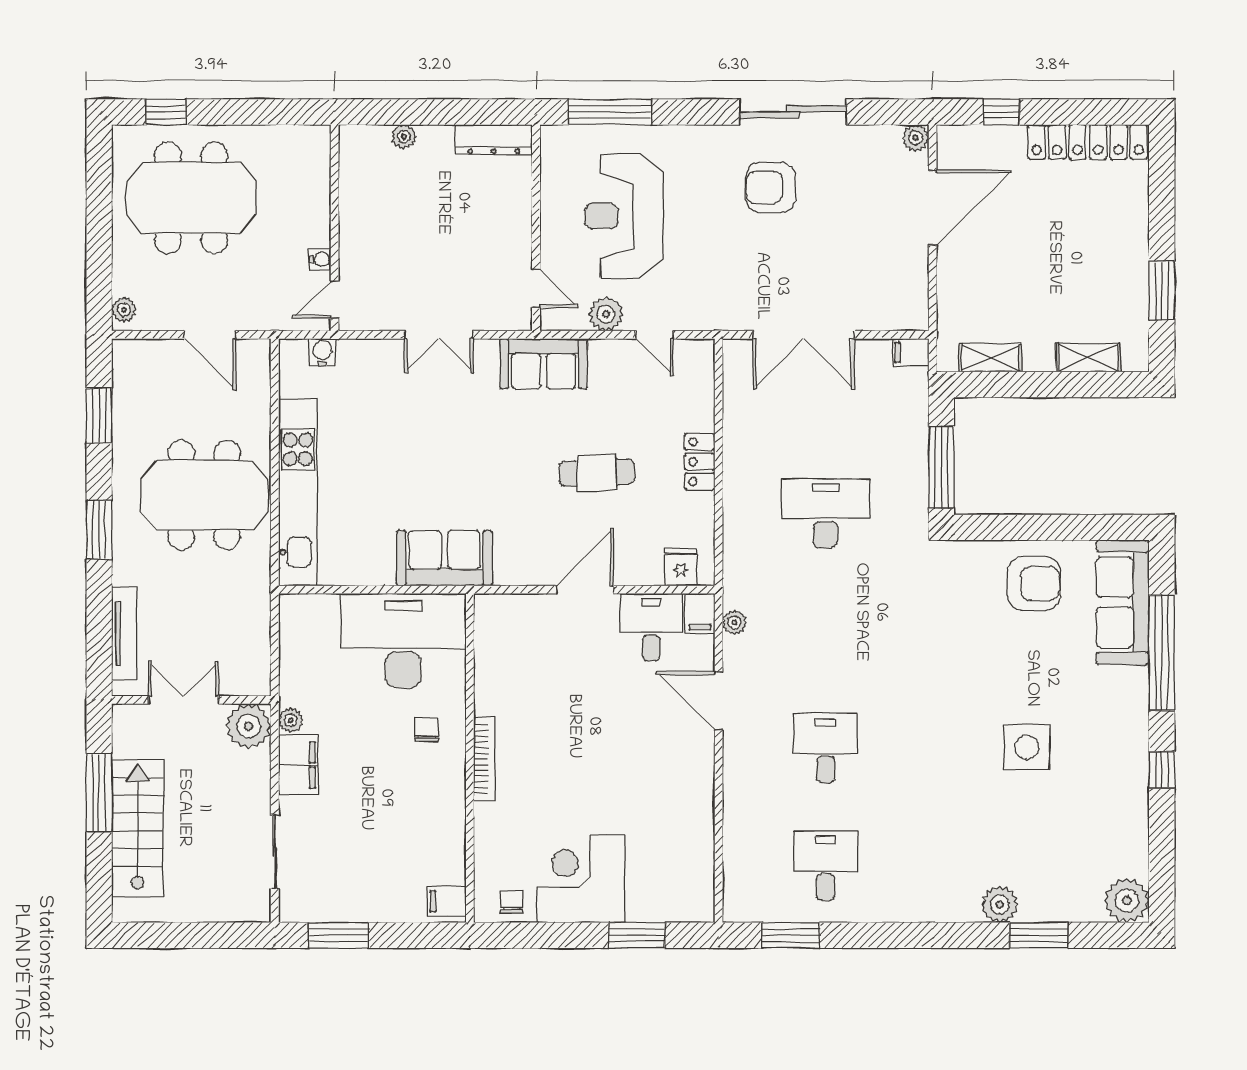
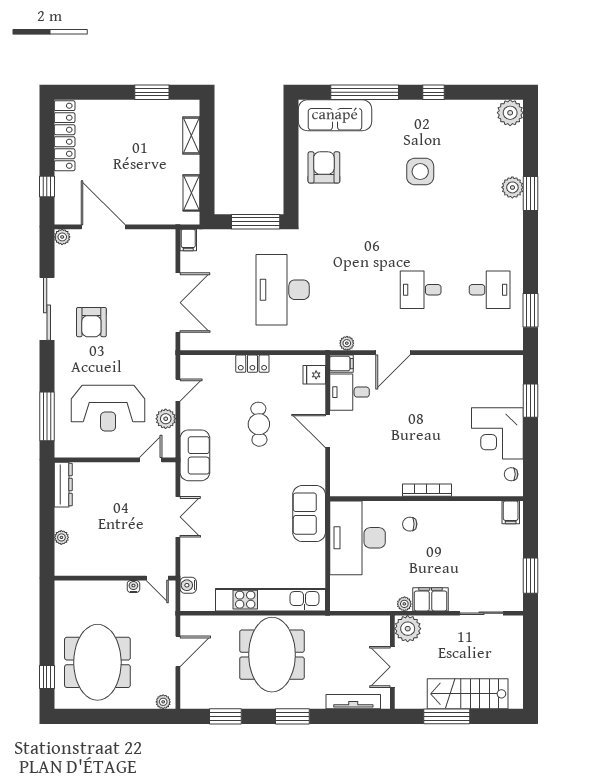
desk: (826, 513) -> (283, 290), width x1.36, depth x1.30
desk: (826, 866) -> (490, 290), turned 180
window: (1039, 935) -> (531, 193), moved

